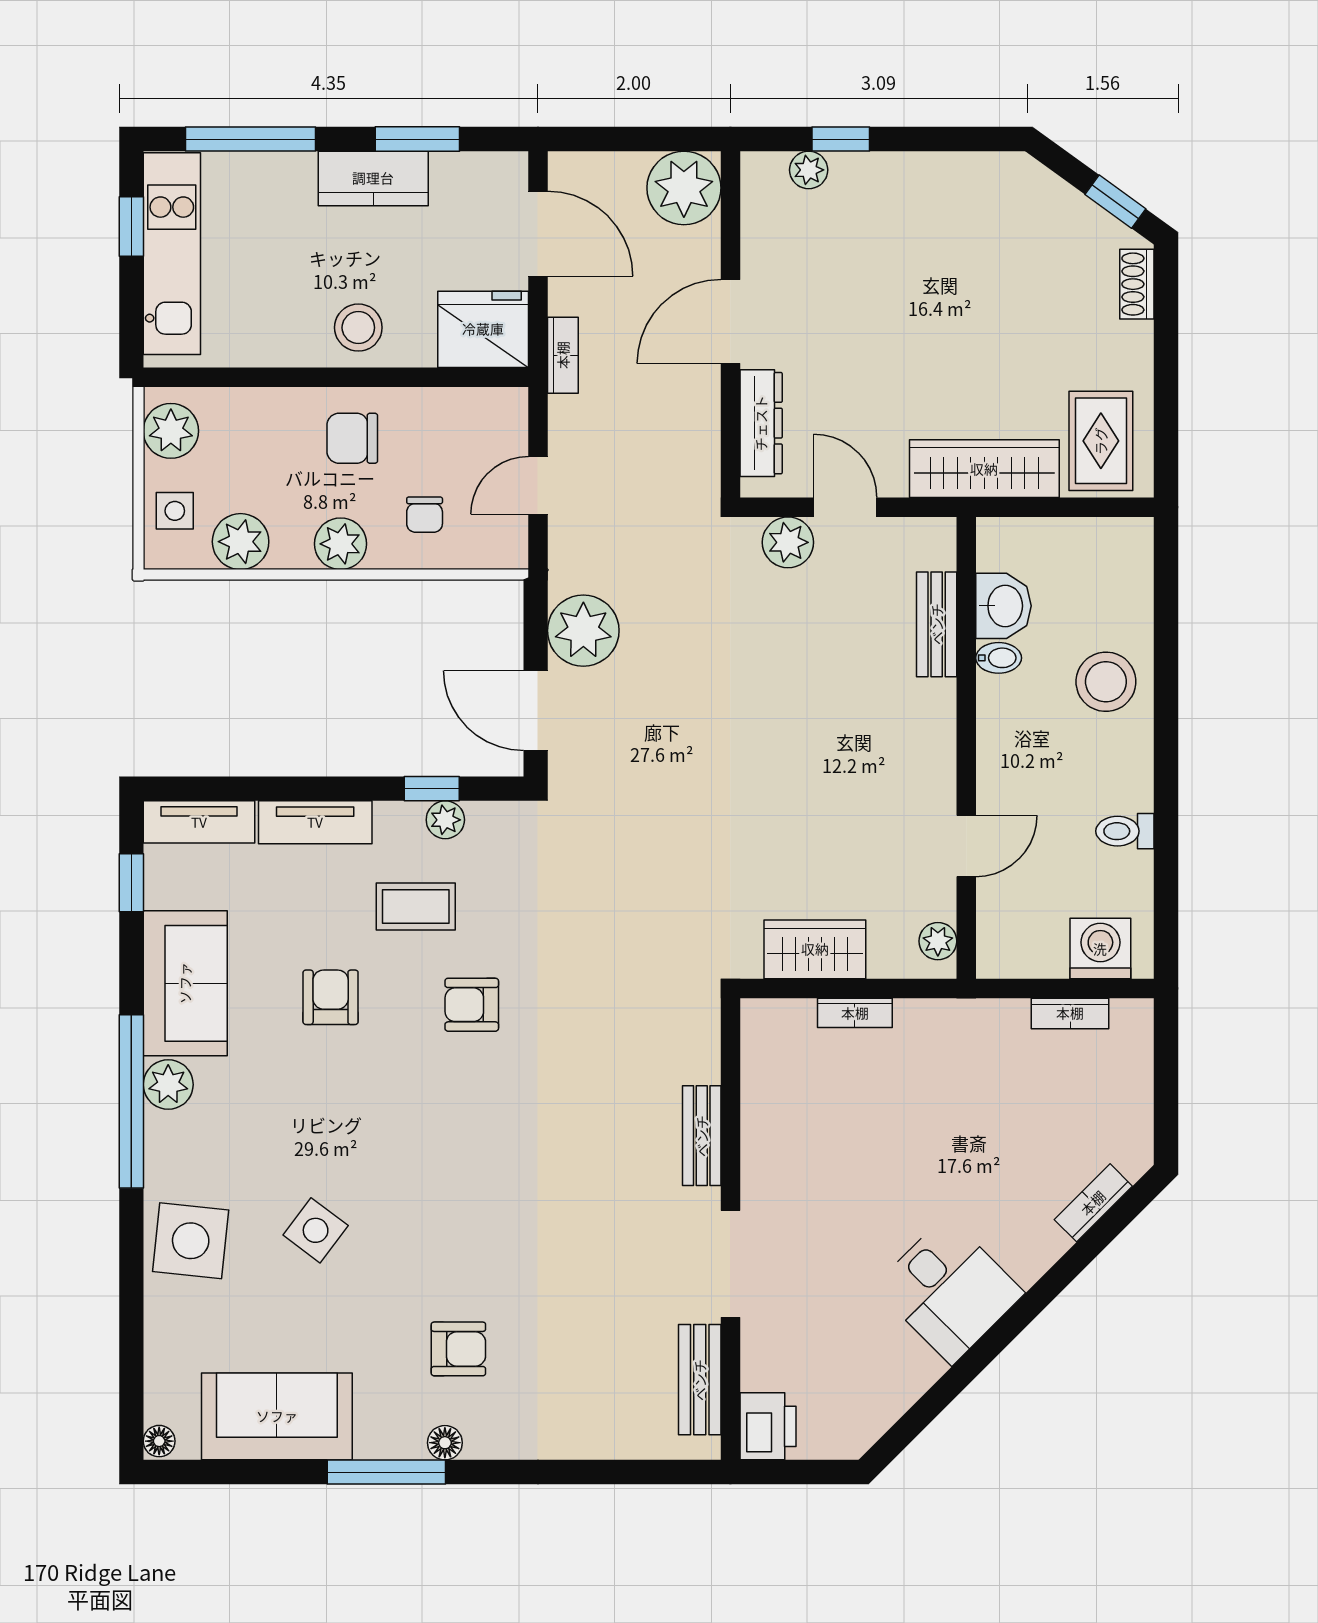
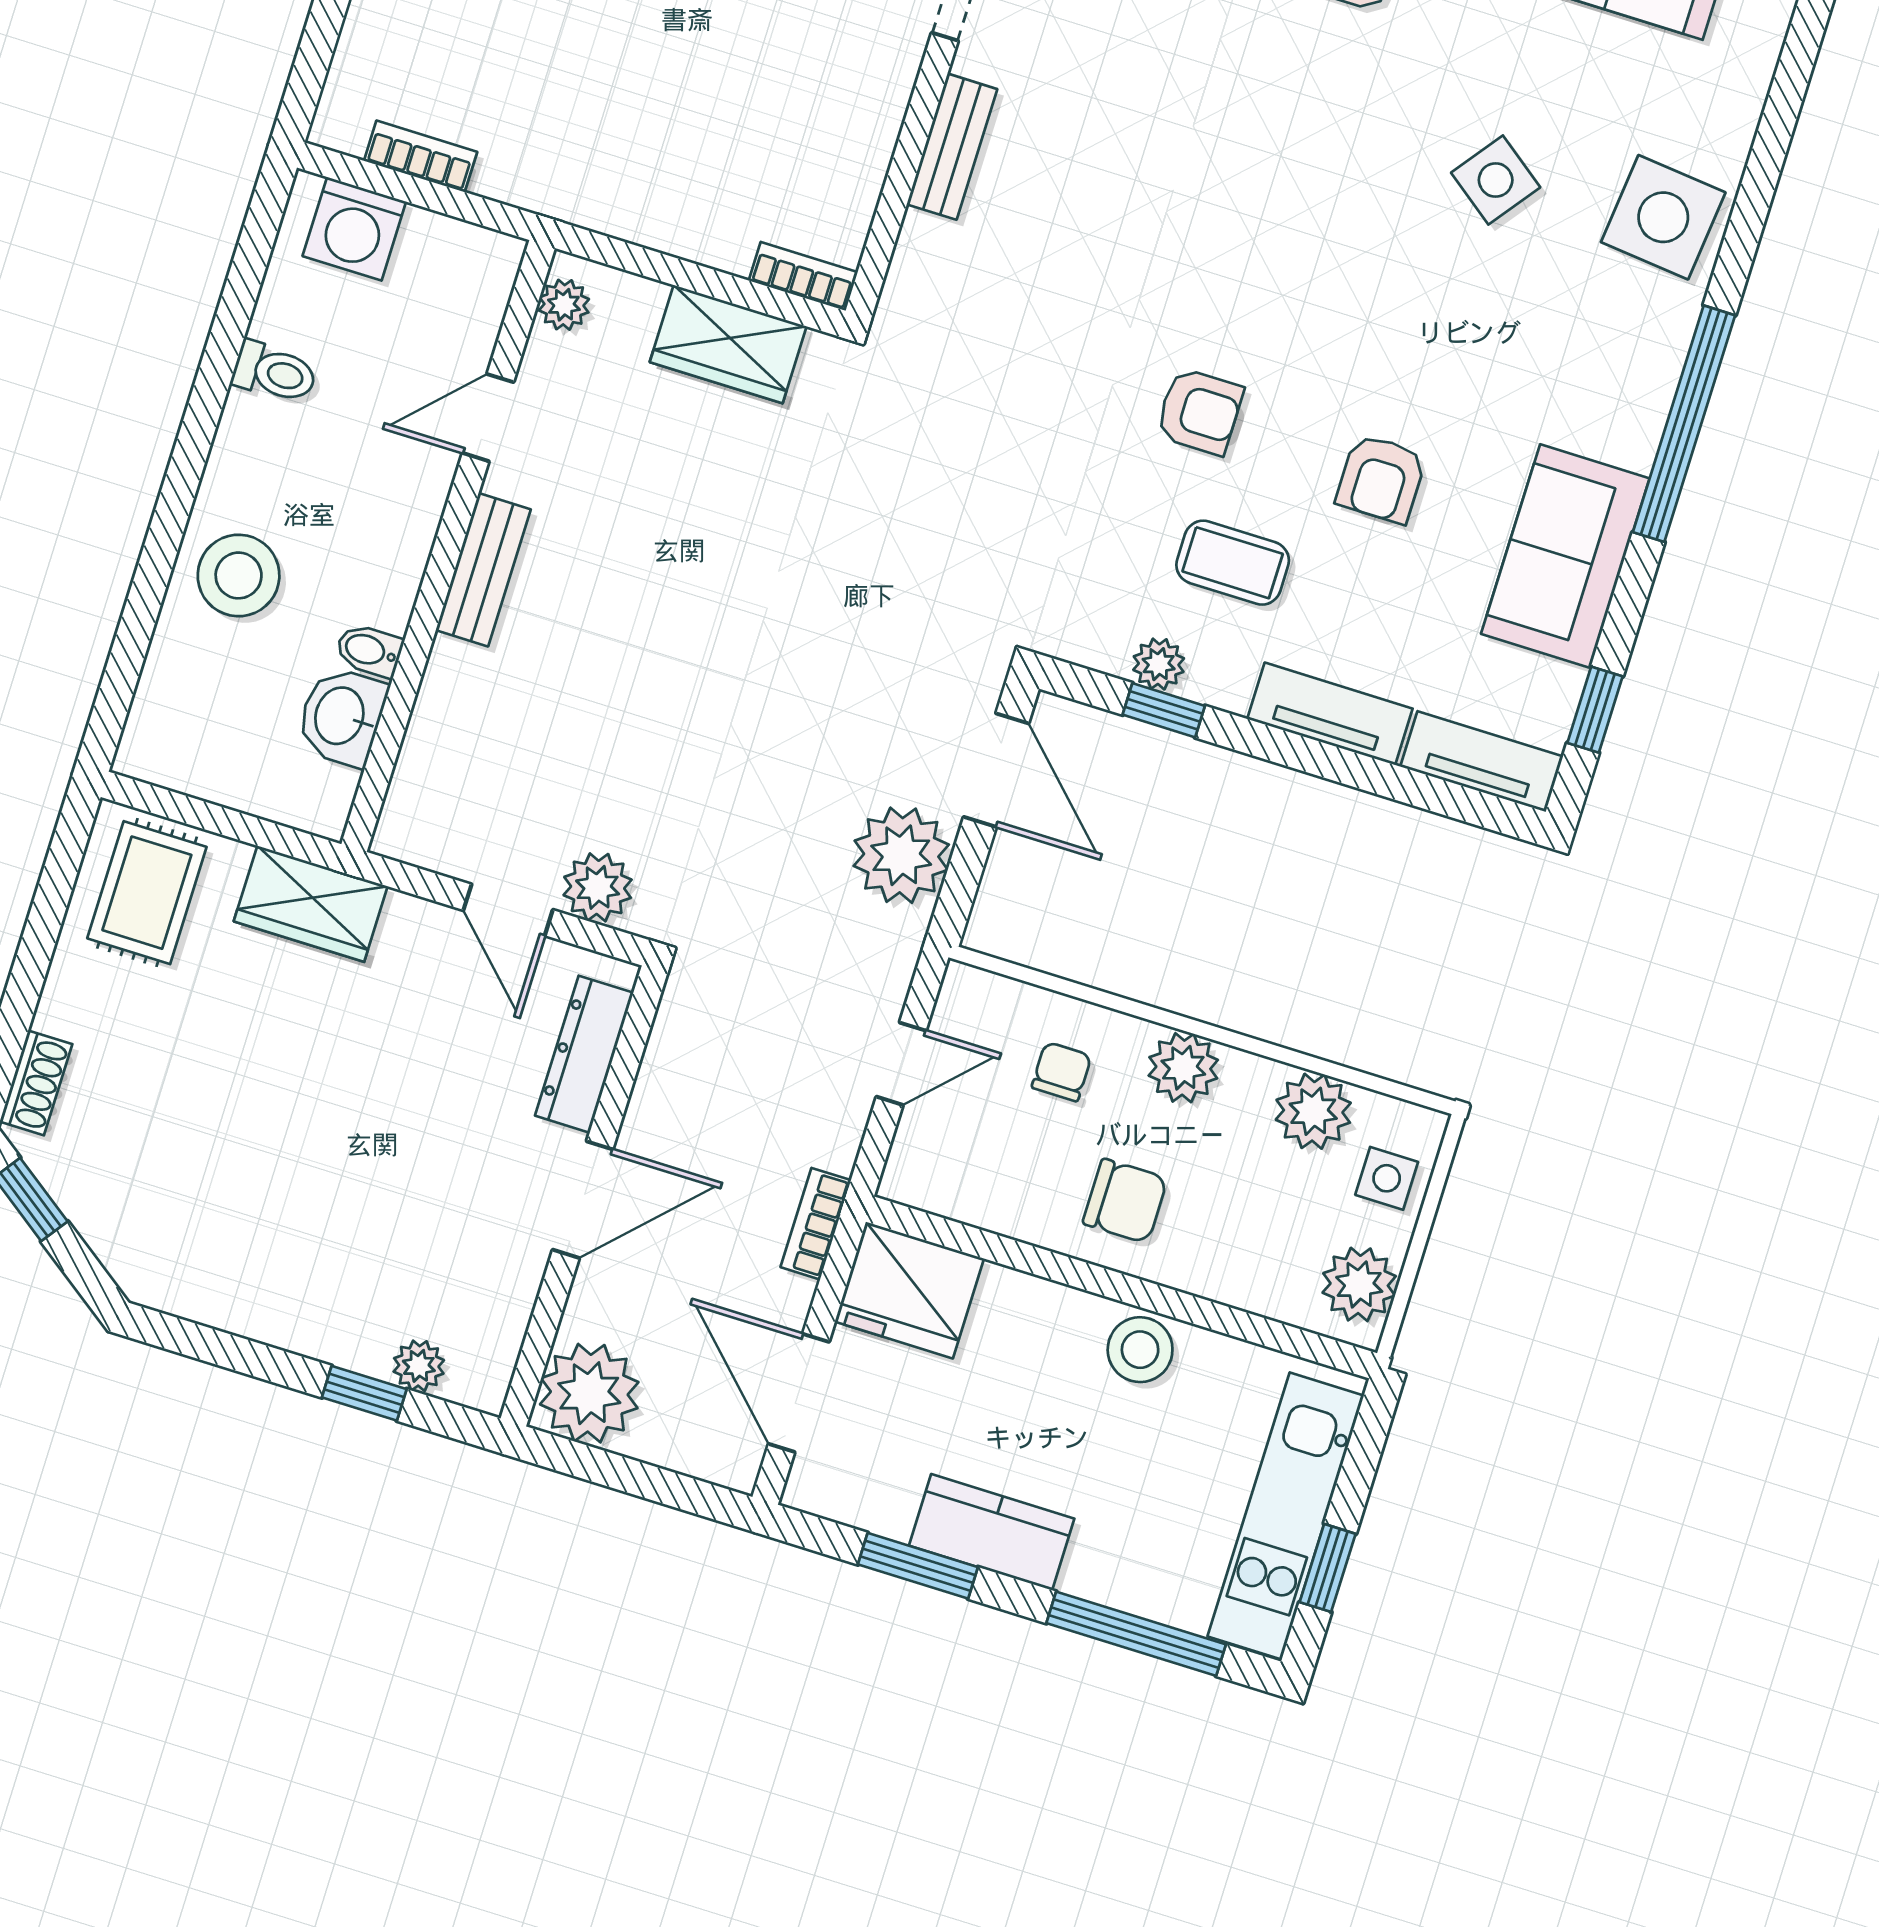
stool: (358, 328) -> (1140, 1350), moved
wardrobe: (984, 469) -> (311, 904), width x0.67
bench: (937, 624) -> (483, 570), moved
bookcase: (855, 1013) -> (803, 276), moved
plant: (168, 1085) -> (1629, 431), removed

